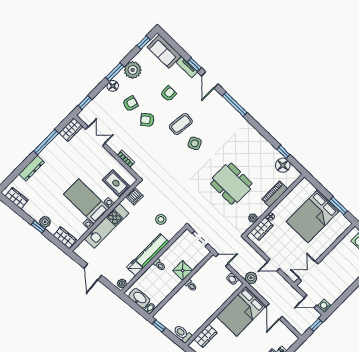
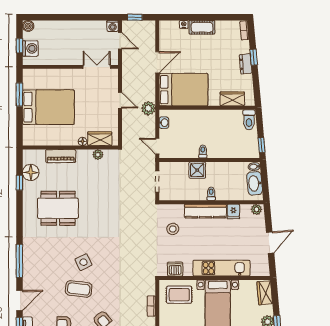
rug: (116, 183) -> (179, 295), turned 90
dining table: (231, 184) -> (58, 208), moved, turned 90
double door: (308, 271) -> (97, 67), swing flipped

